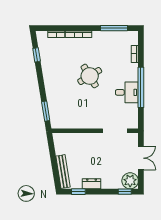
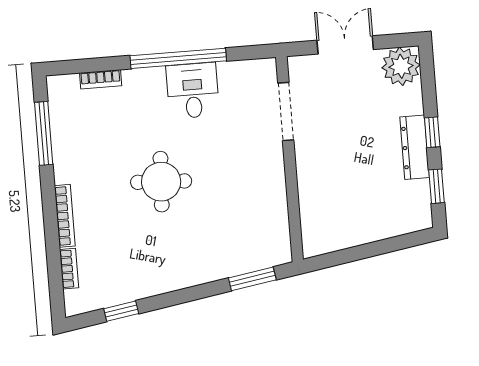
round table: (90, 76) -> (161, 182), turned 34
bench: (63, 172) -> (392, 227), removed
dresser: (92, 184) -> (415, 147), width x1.44
window: (125, 192) -> (432, 132), moved

